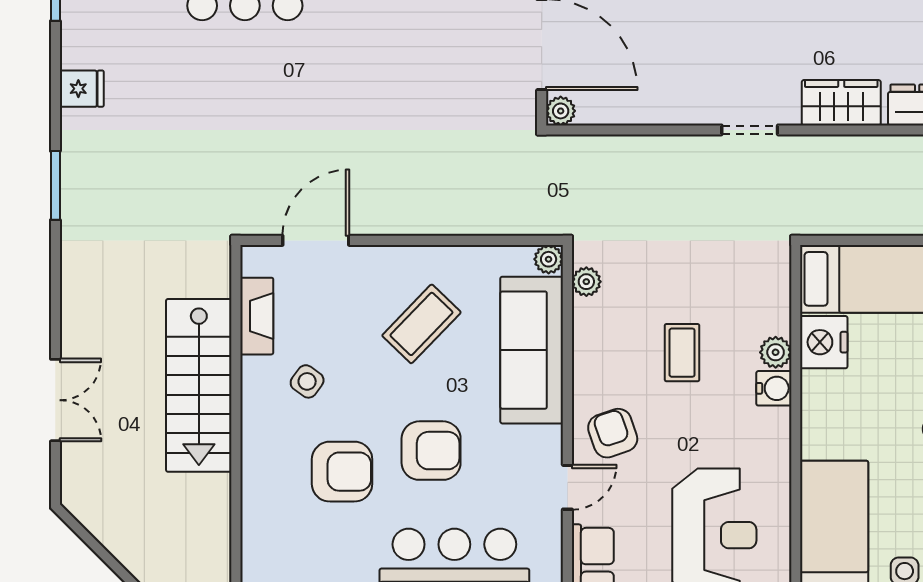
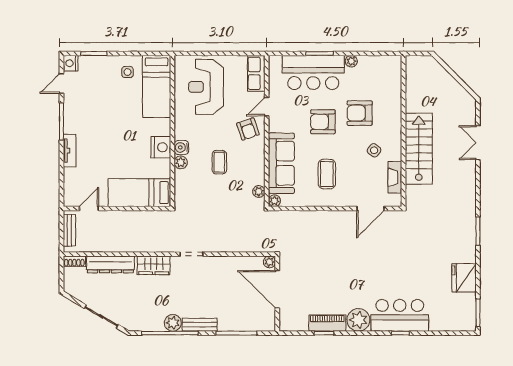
fridge: (82, 89) -> (464, 278), width x1.88, depth x1.34
coffee table: (421, 324) -> (327, 174), turned -44
nightstand: (824, 342) -> (161, 147), moved

